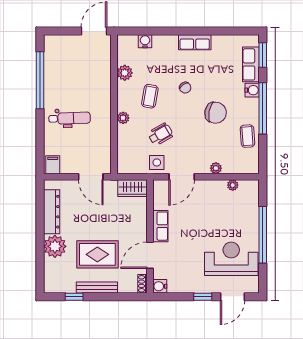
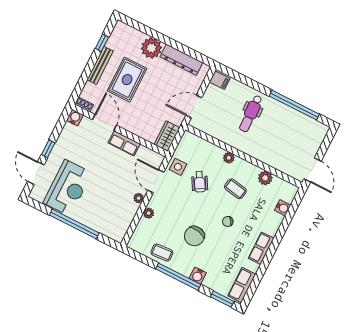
row of seats: (251, 64) -> (242, 285), moved, turned -90
plant: (233, 185) -> (139, 198), moved

